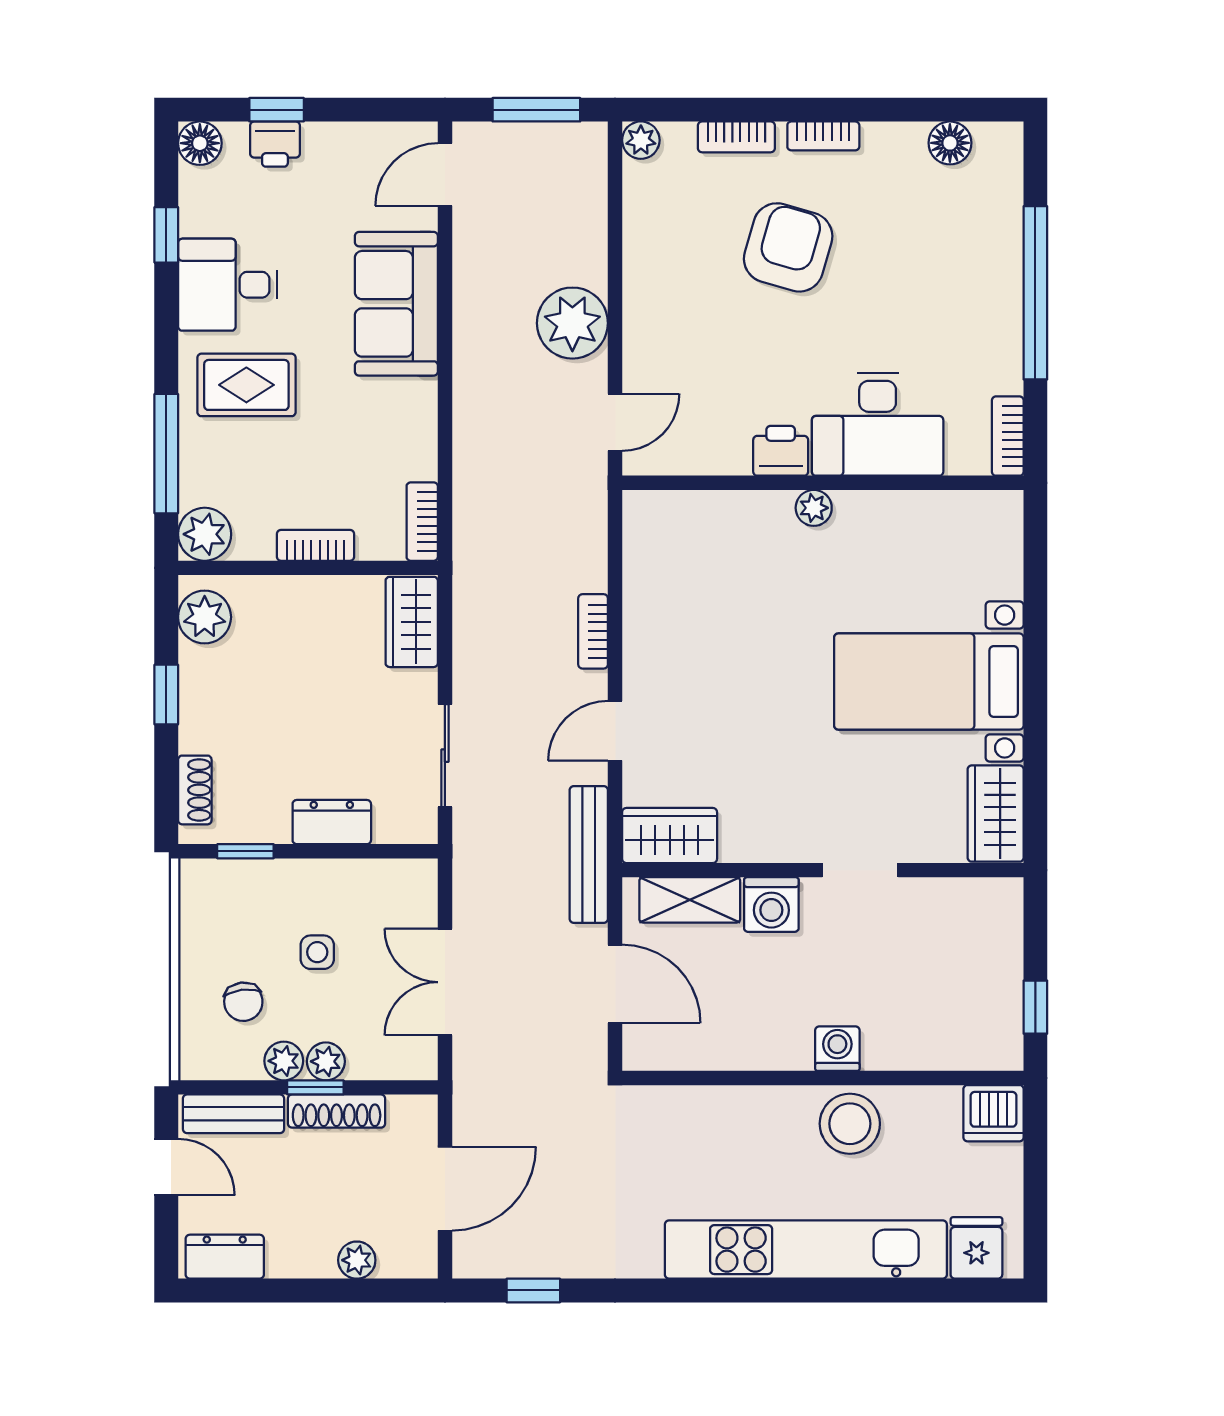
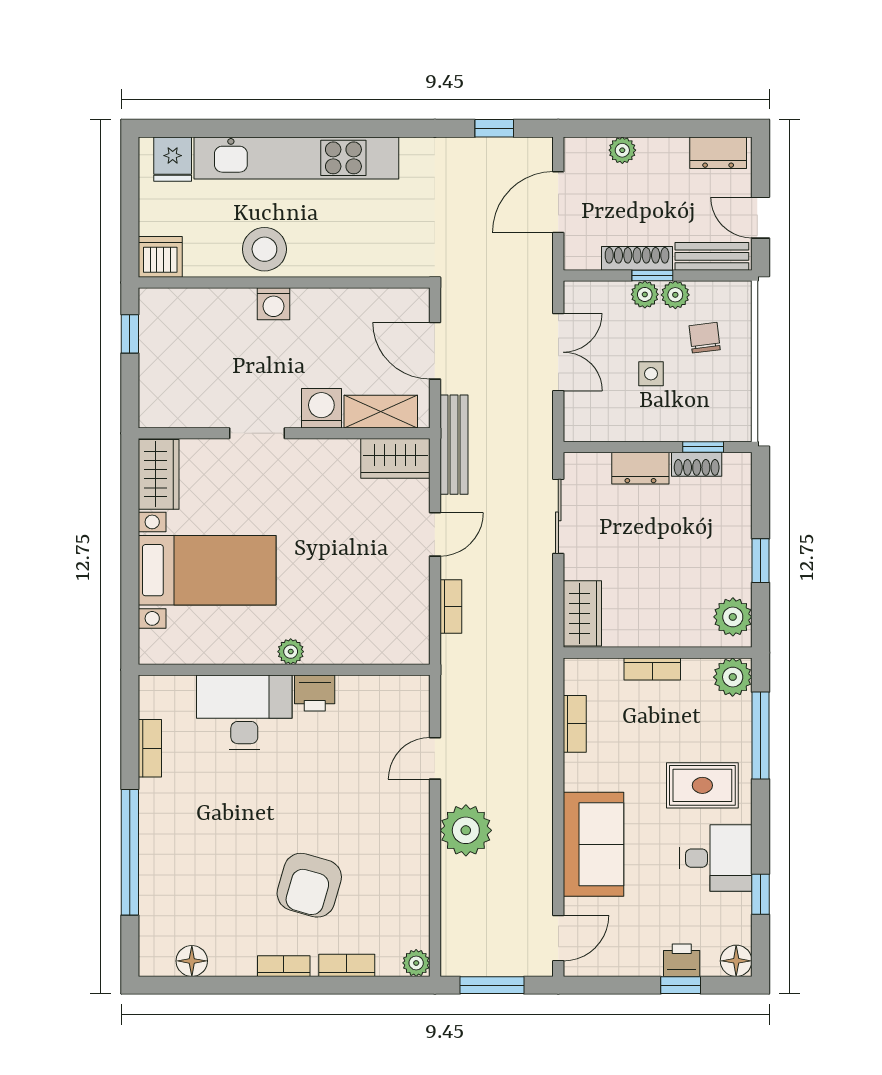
desk: (878, 424) -> (244, 712), moved
printer: (781, 451) -> (315, 693), moved
wall: (823, 483) -> (284, 670), moved
plant: (814, 508) -> (291, 652), moved
bookcase: (422, 522) -> (575, 724), moved
shoe rack: (195, 790) -> (697, 464), moved, turned -90

